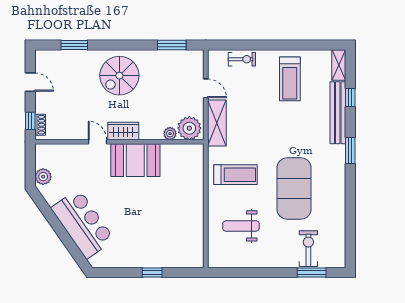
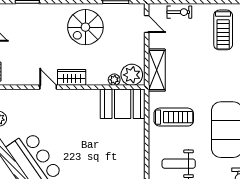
spiral stairs: (119, 76) -> (85, 27), moved
door: (206, 88) -> (147, 24), moved
booth: (135, 160) -> (123, 104), moved

